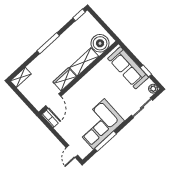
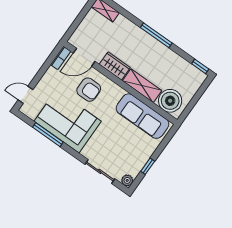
sofa: (128, 68) -> (143, 116), moved, turned -90
armchair: (78, 103) -> (89, 90), added

